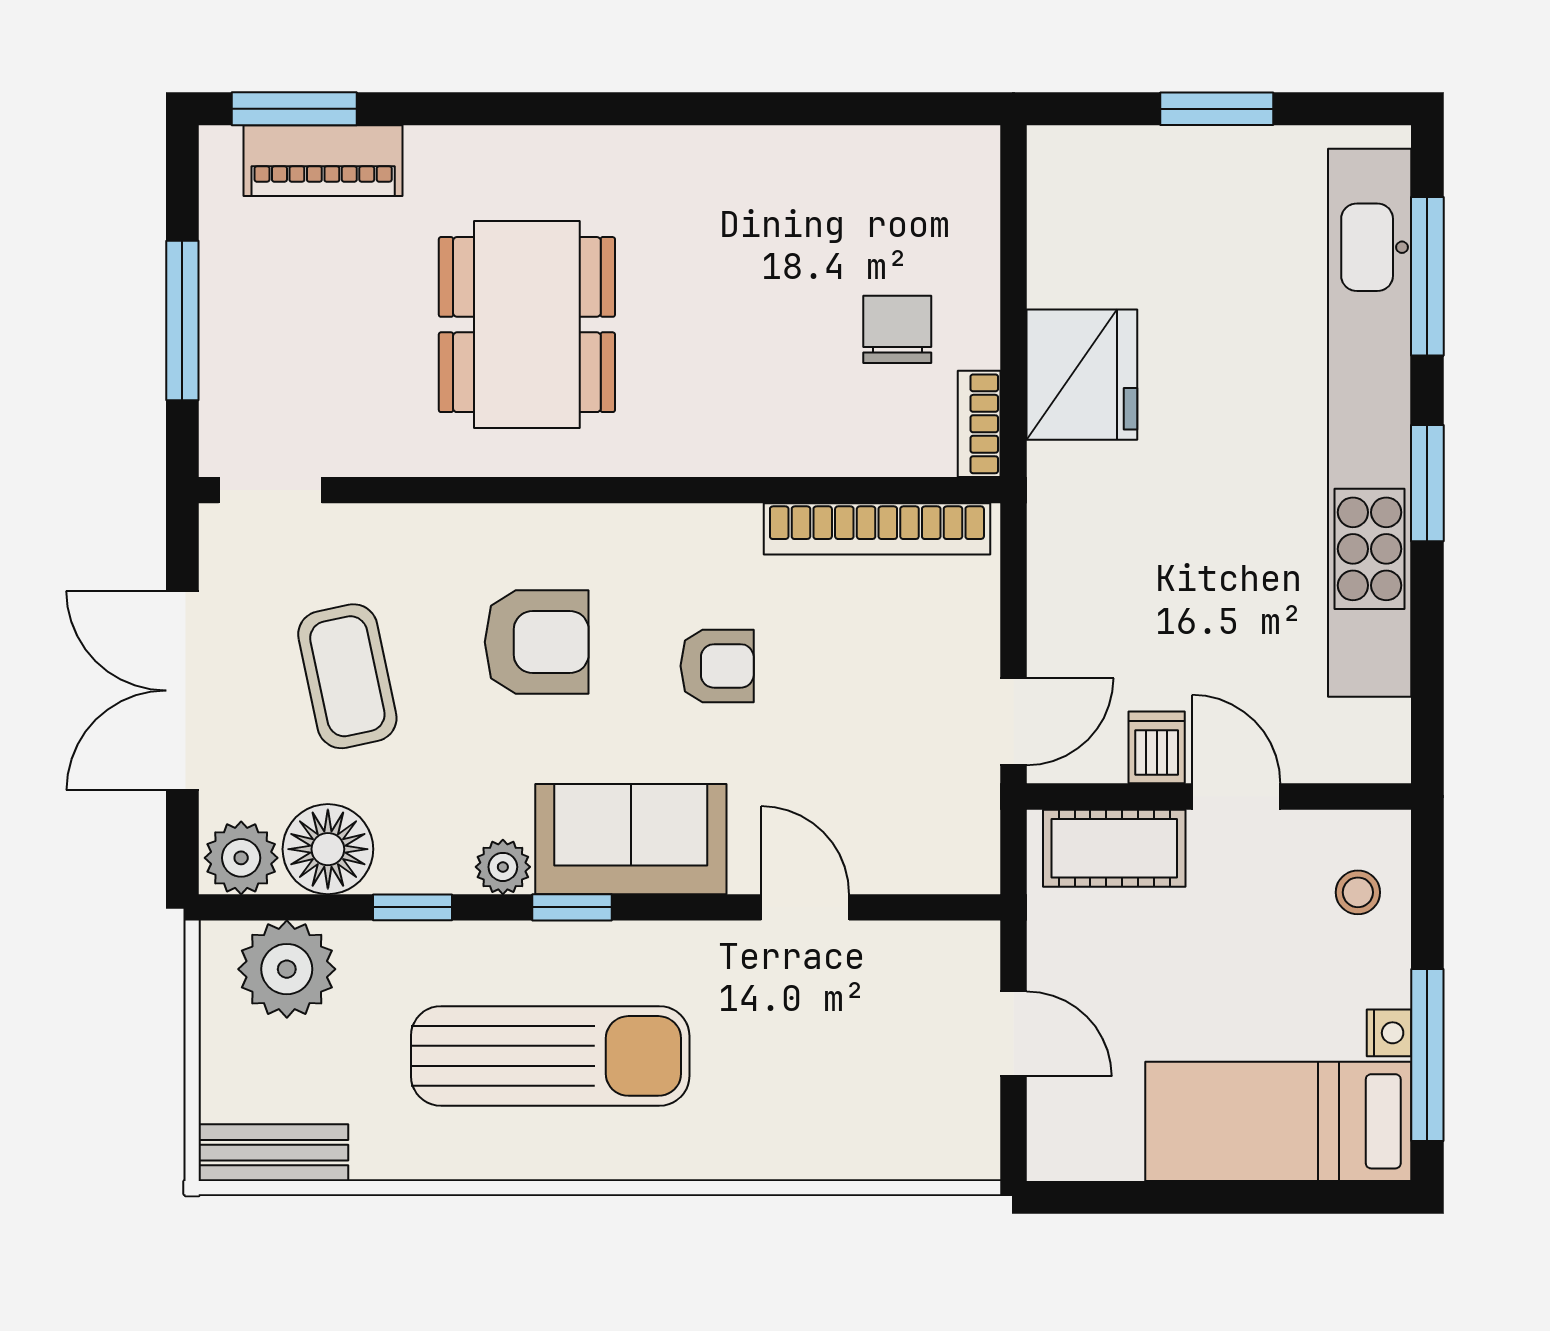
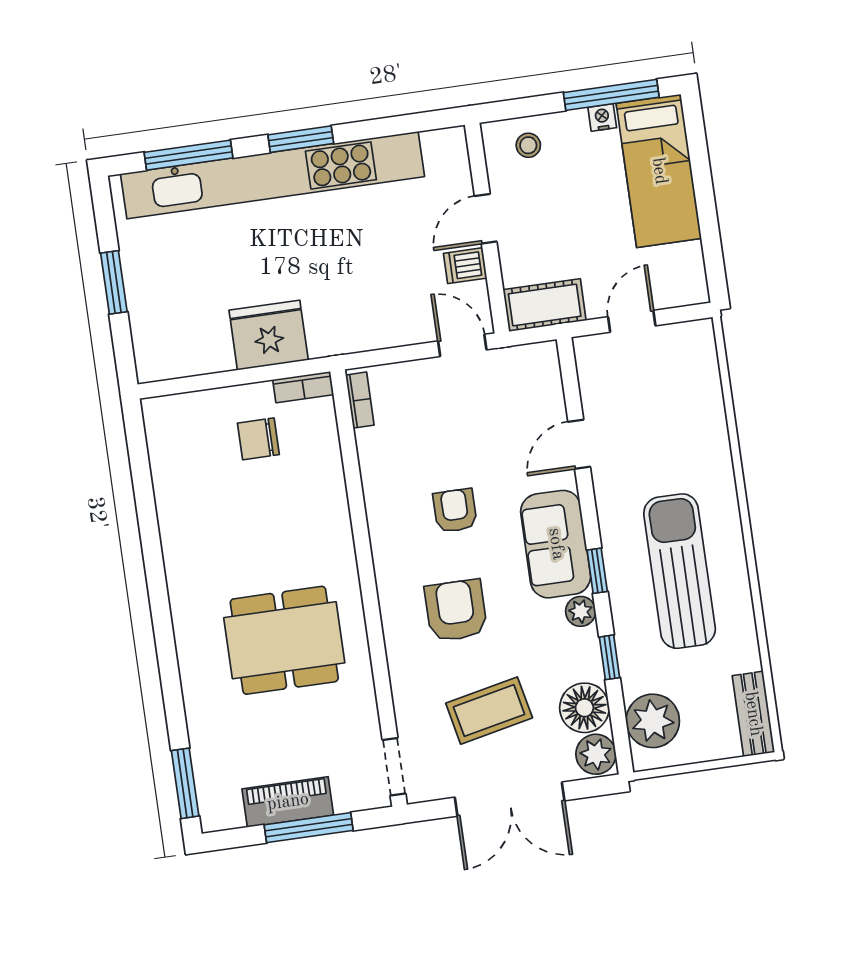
piano: (323, 161) -> (288, 802), moved, turned -90
bookcase: (877, 529) -> (360, 400), width x0.43, depth x0.76
cot: (1114, 848) -> (545, 305), moved, turned 90

